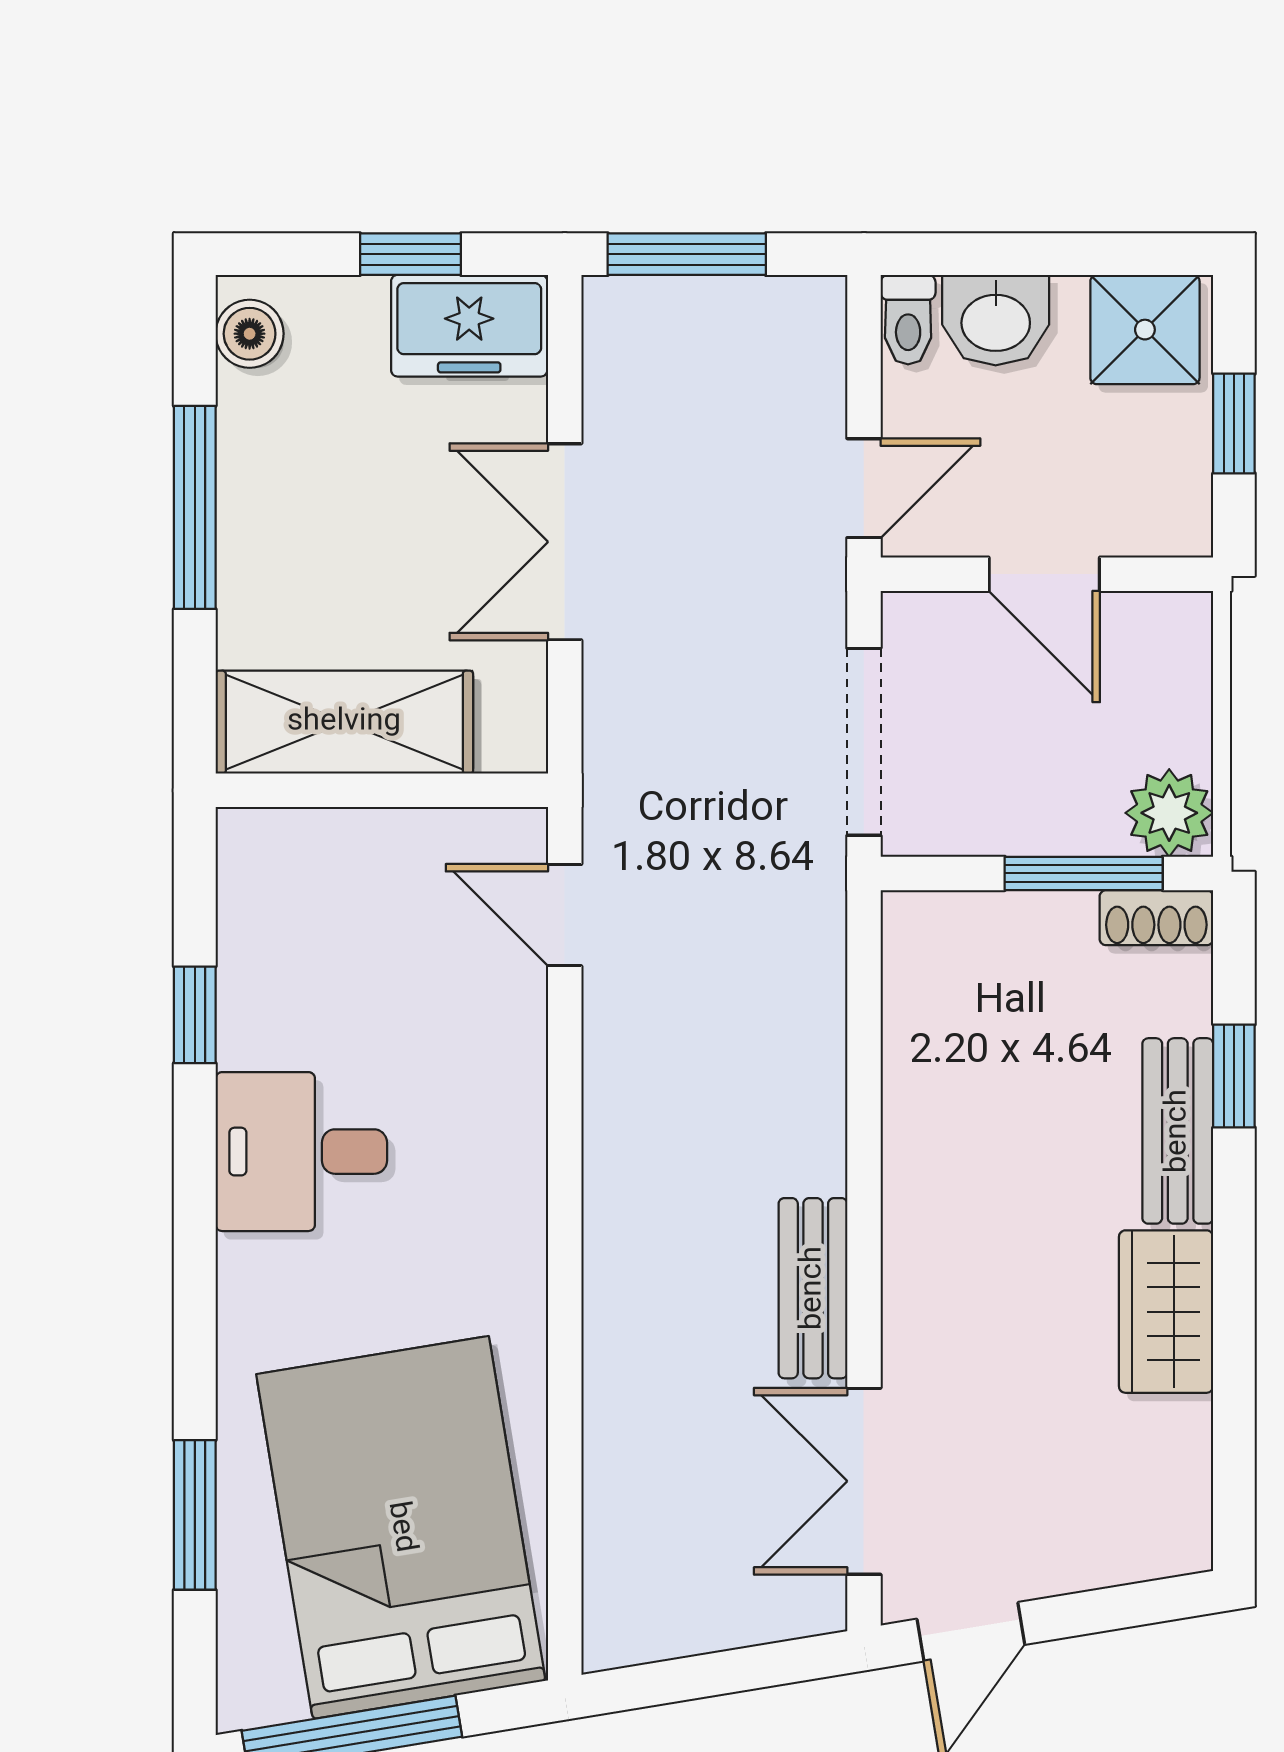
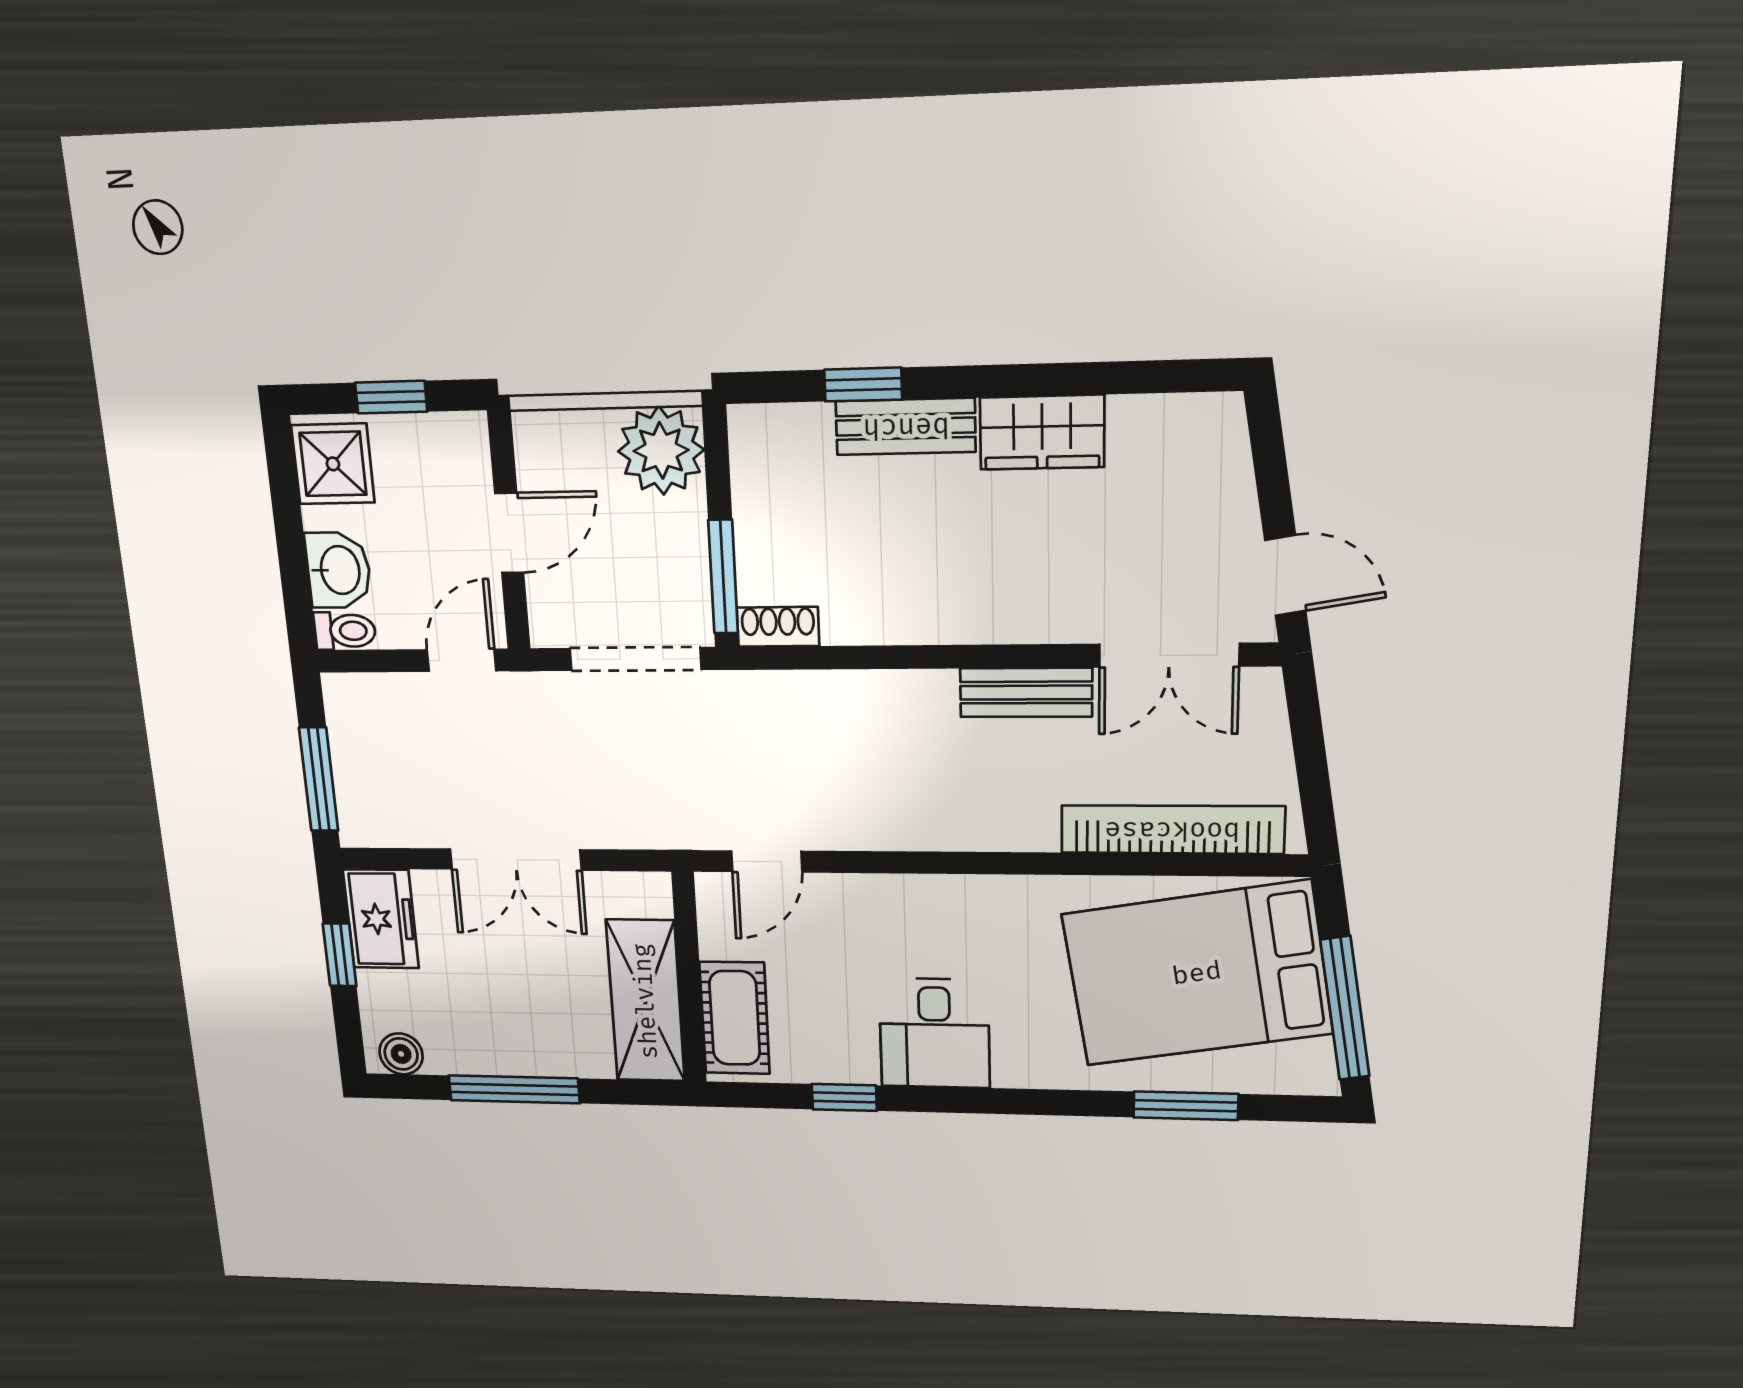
door: (864, 488) -> (461, 660), hinge flipped
plant: (1169, 813) -> (661, 450), width x1.36, depth x1.36
cot: (319, 855) -> (735, 1018), added
window: (1084, 873) -> (723, 577), moved
shoe rack: (1156, 918) -> (778, 627), moved, turned -90
bookcase: (616, 1489) -> (1172, 830), added

